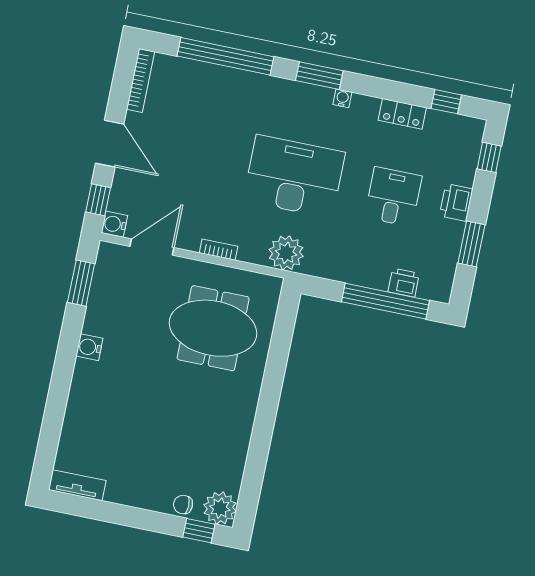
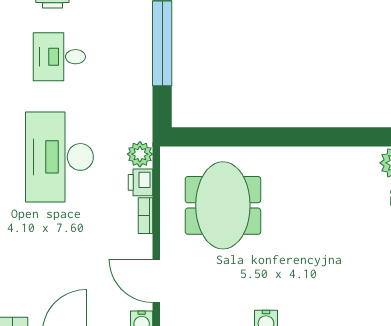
plant: (286, 253) -> (140, 154), width x0.73, depth x0.73
printer: (404, 282) -> (141, 182), moved

